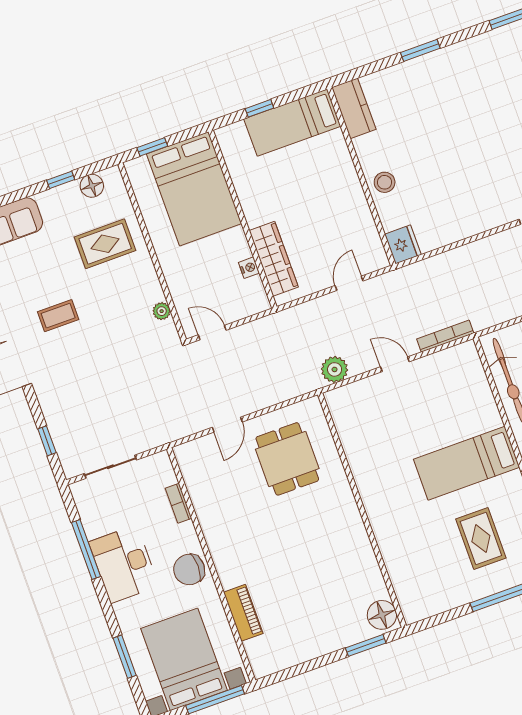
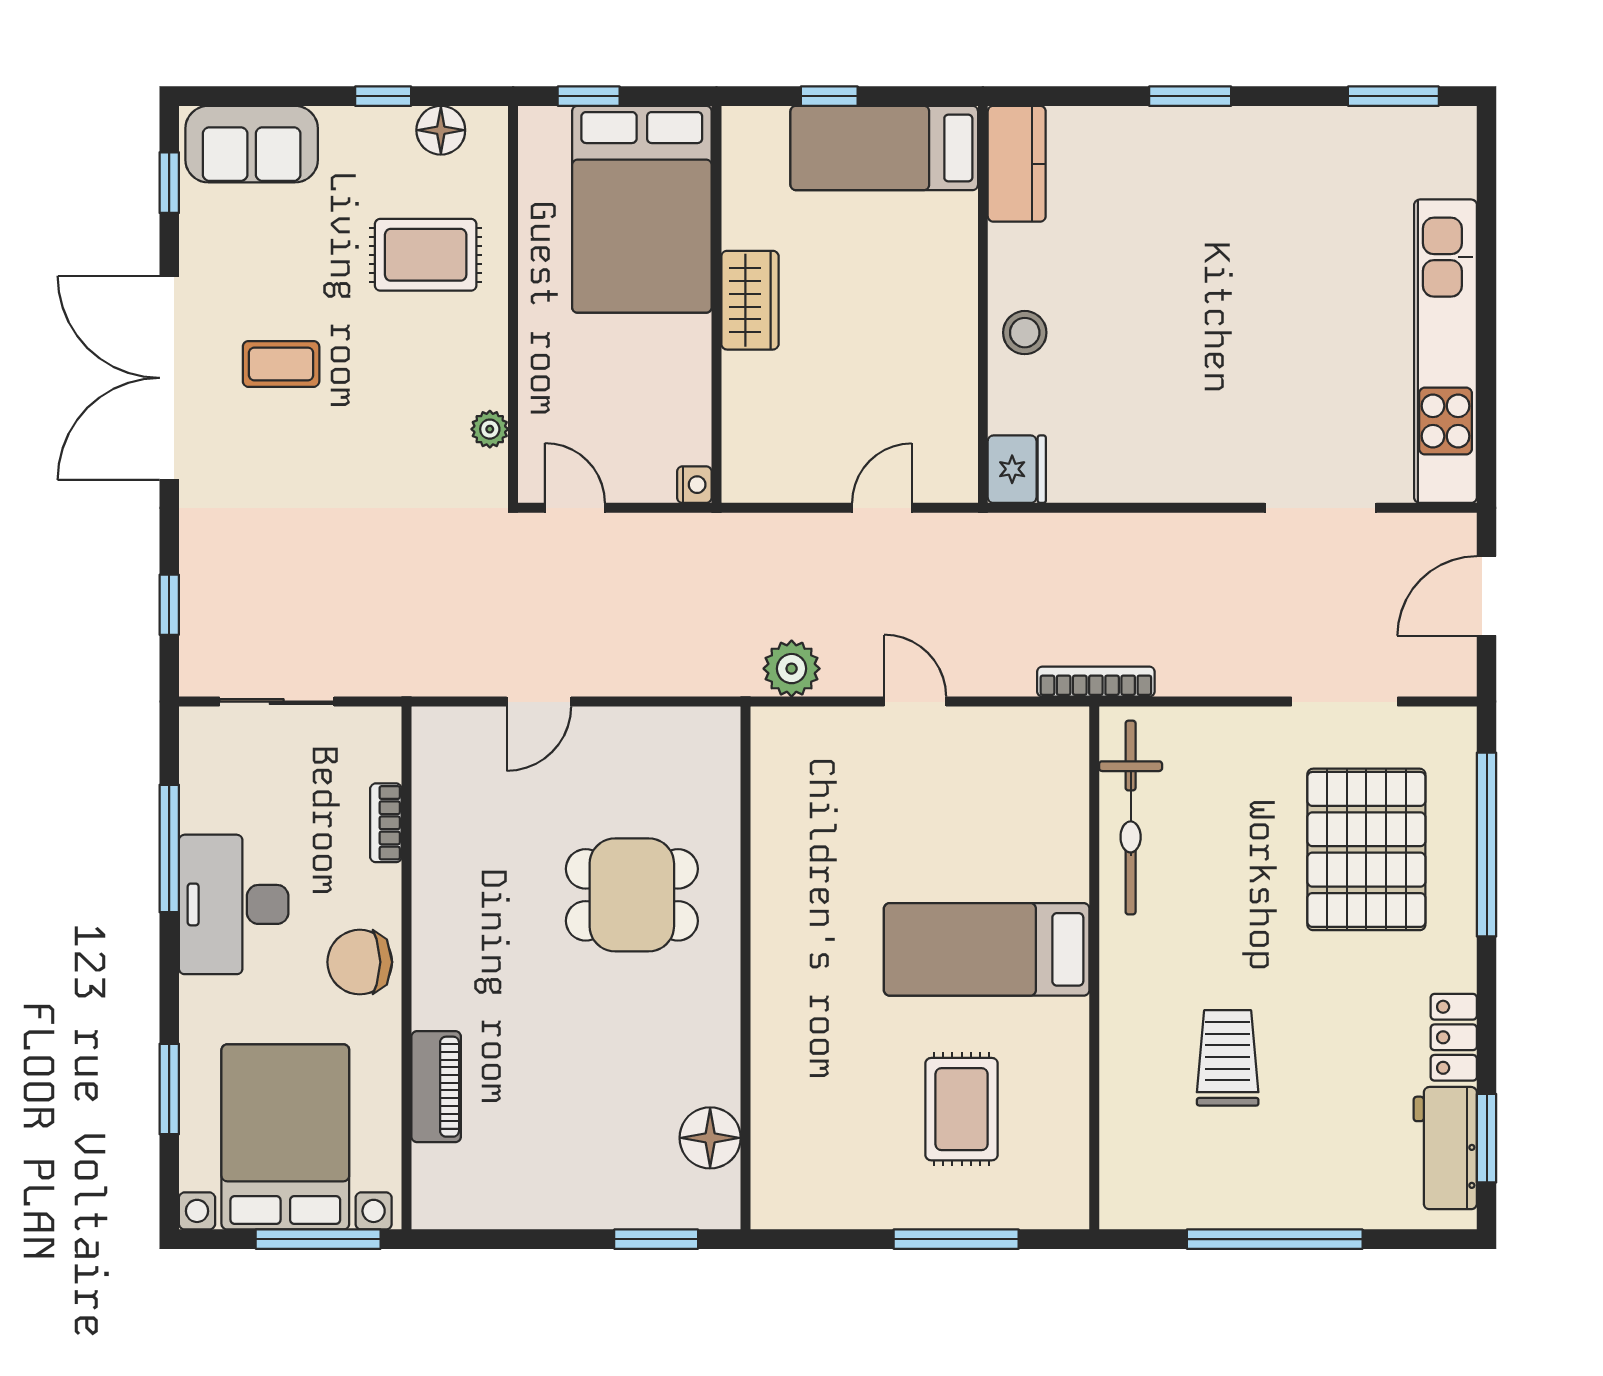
wardrobe: (274, 259) -> (750, 300), moved, width x0.67
nightstand: (249, 268) -> (694, 485), moved
bookcase: (445, 336) -> (1096, 682), moved
dining table: (287, 459) -> (632, 895), moved, turned 90
floor lamp: (382, 615) -> (710, 1138), moved

